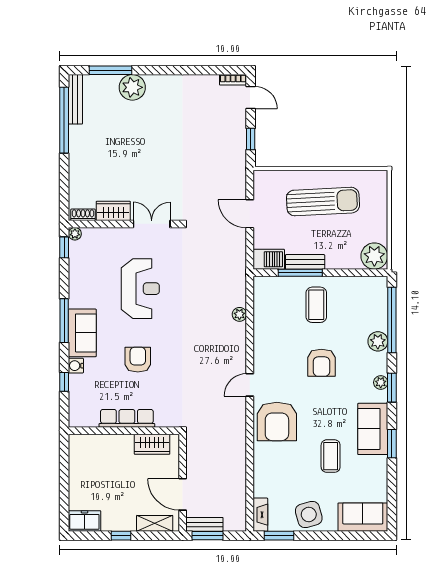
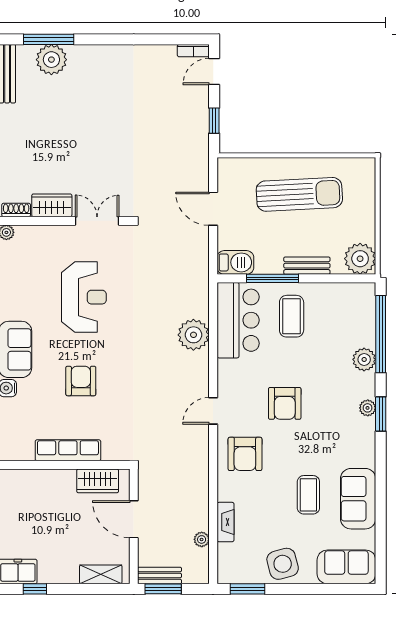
plant: (132, 87) -> (51, 60), moved
door: (251, 97) -> (214, 71), swing flipped
bench: (305, 262) -> (307, 266), moved
bar counter: (271, 308) -> (238, 320), added
plant: (239, 314) -> (193, 335), width x1.88, depth x1.88
armchair: (321, 363) -> (285, 403), moved
armchair: (277, 421) -> (245, 454), width x0.73, depth x0.73
sofa: (373, 429) -> (358, 499), moved
window: (392, 444) -> (381, 480), removed
door: (183, 494) -> (134, 519), moved
plant: (240, 494) -> (202, 539), added
fireplace: (260, 515) -> (226, 522), moved
window: (121, 536) -> (35, 589), moved

